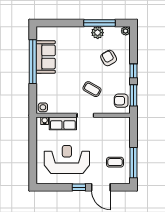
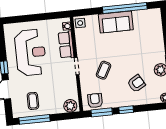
sofa: (46, 57) -> (116, 22), moved
plant: (124, 126) -> (70, 106), added

